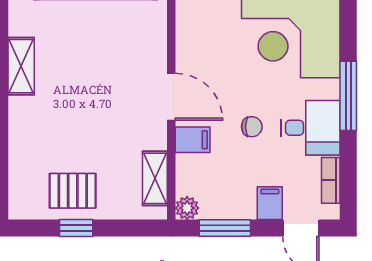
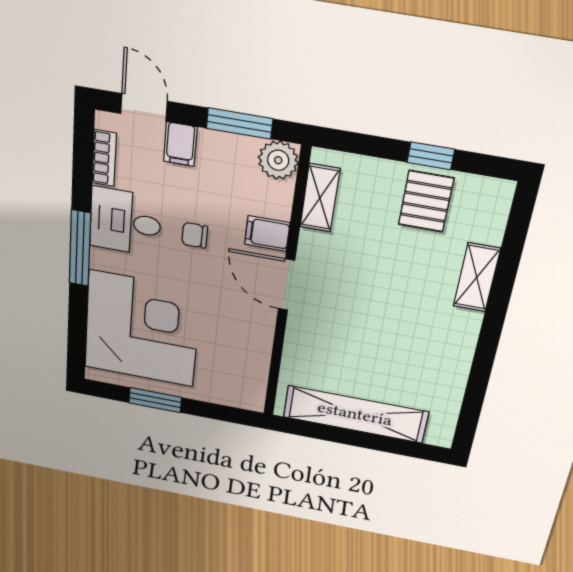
shelving: (21, 66) -> (477, 277), moved
pallet: (73, 191) -> (426, 201), turned 90
plant: (187, 208) -> (278, 160), width x1.38, depth x1.38

